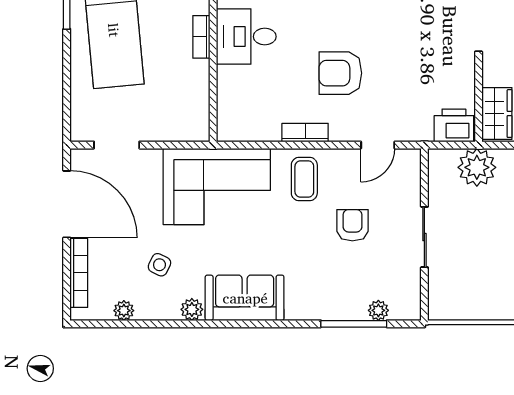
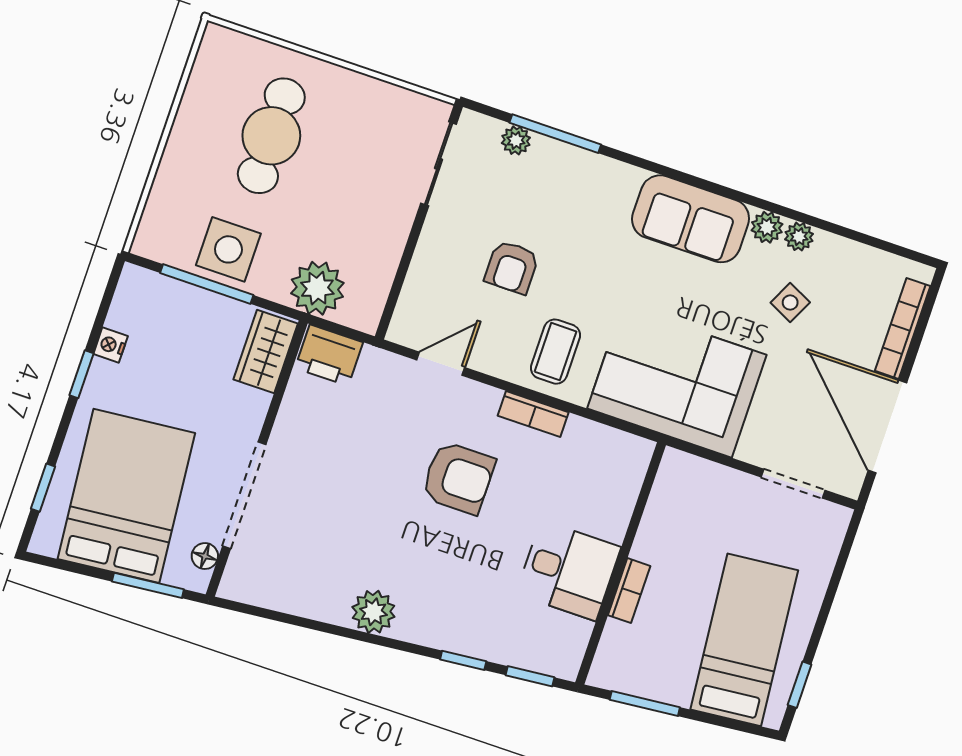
sliding door: (424, 237) -> (439, 164), moved
plant: (124, 311) -> (799, 237), moved

